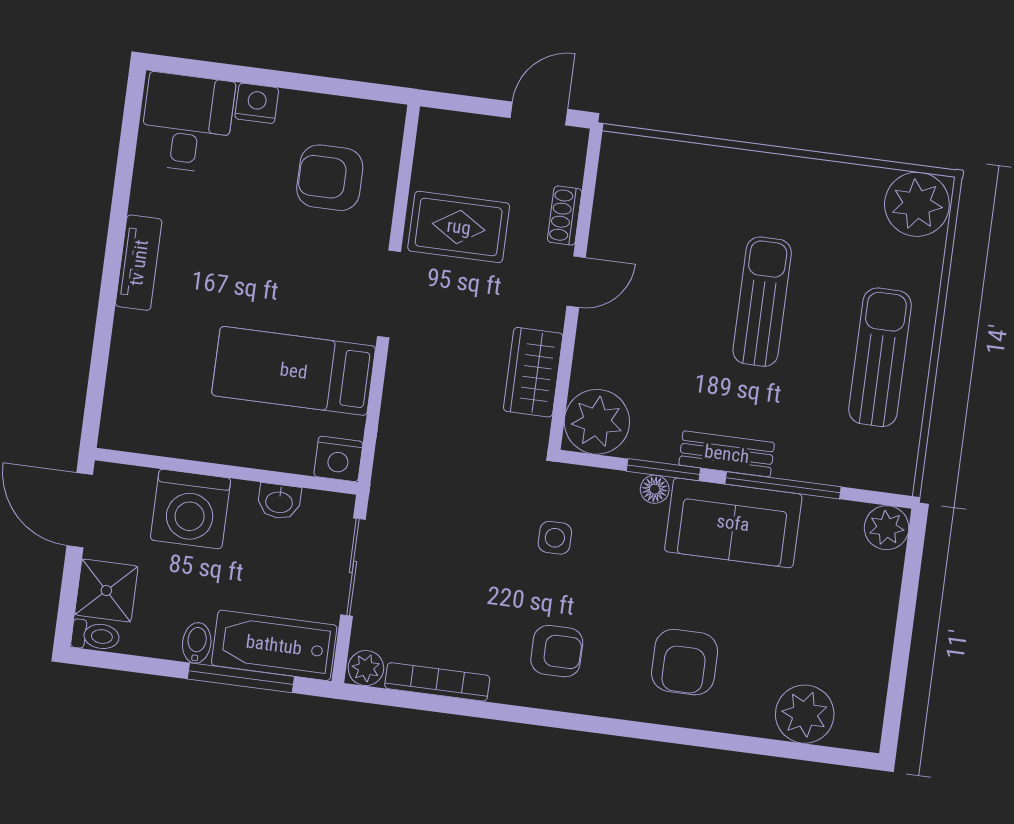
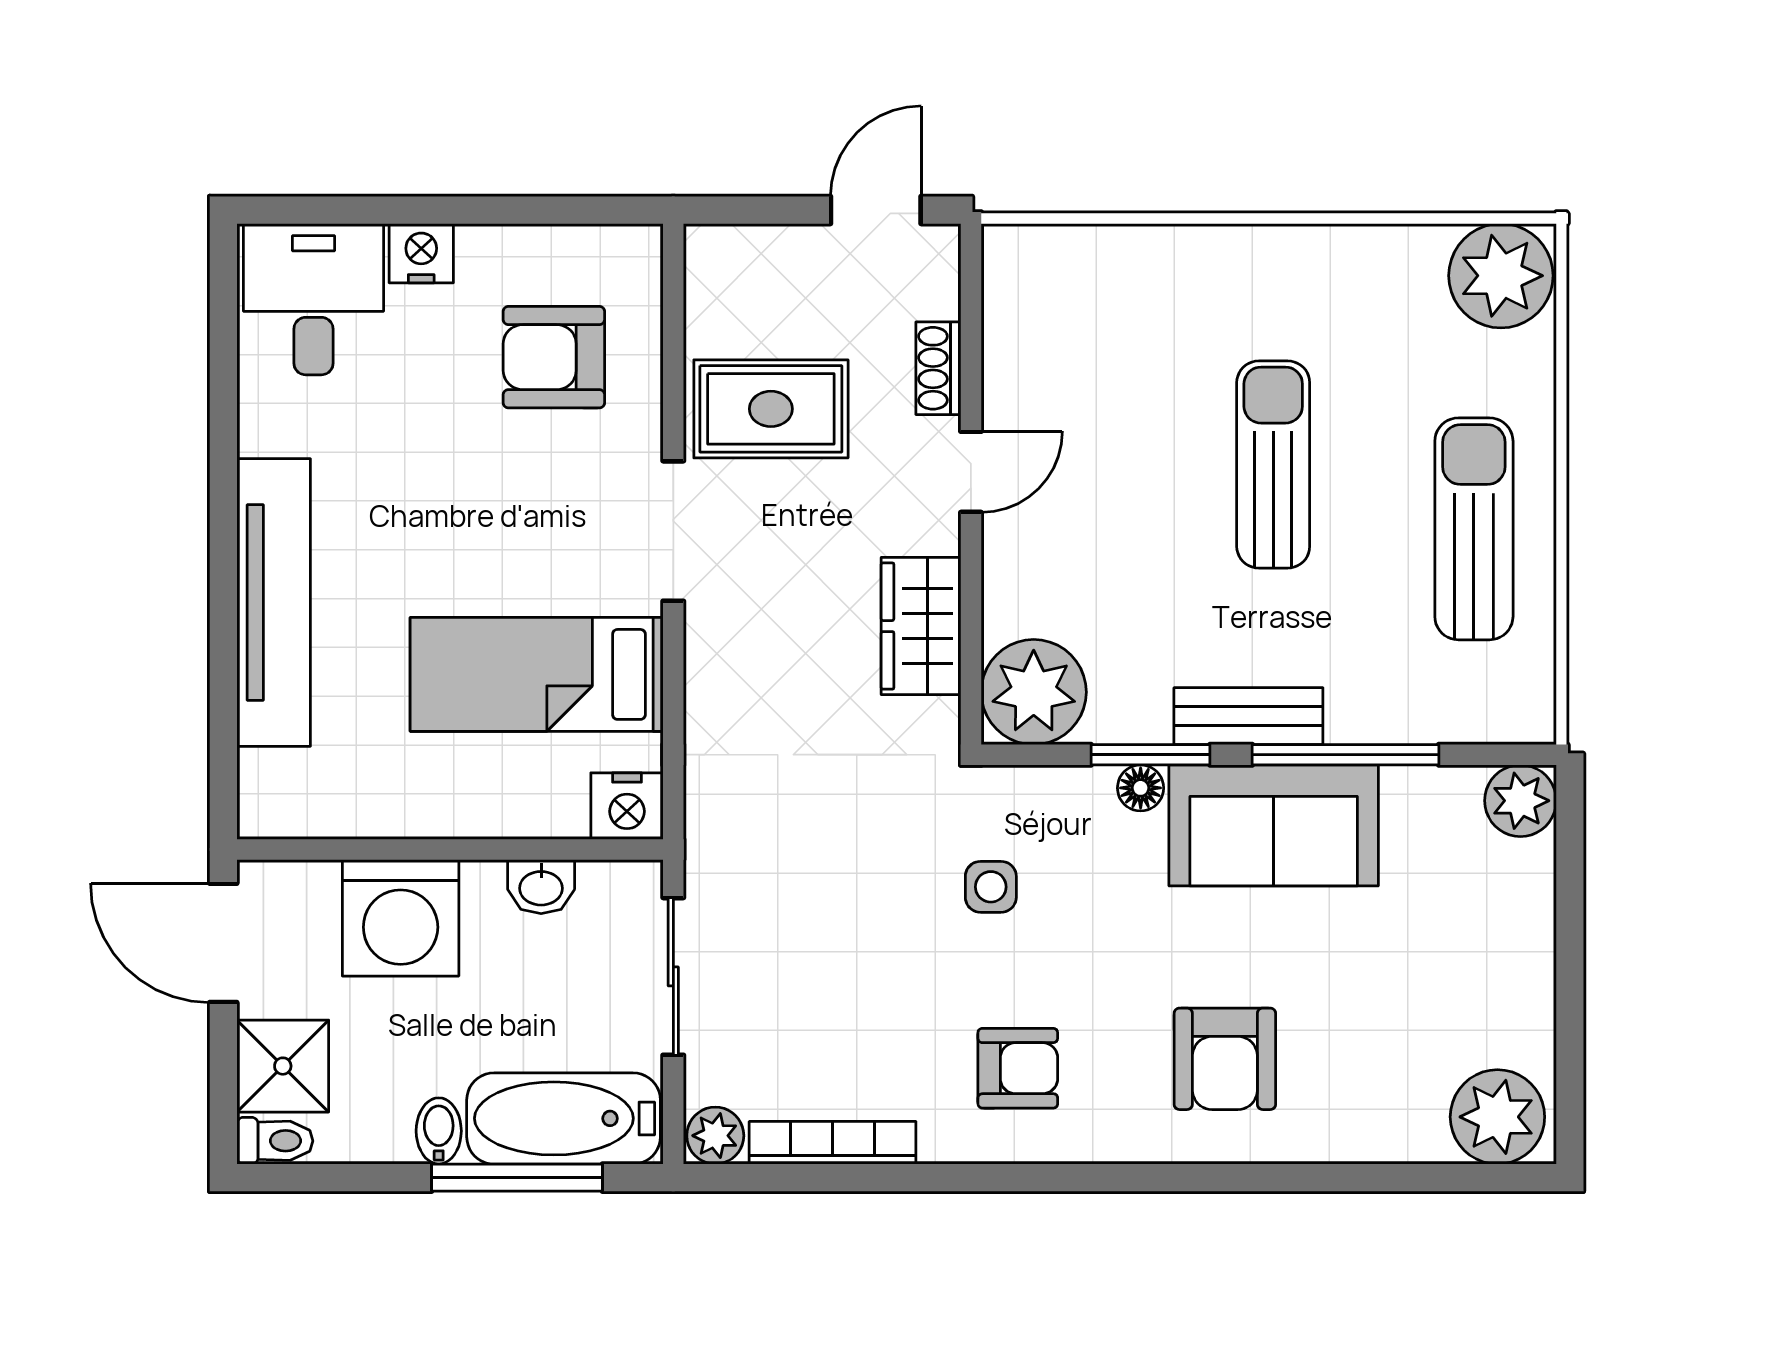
tv unit: (139, 263) -> (274, 602), width x1.92, depth x1.29
plant: (805, 714) -> (1497, 1117), moved

